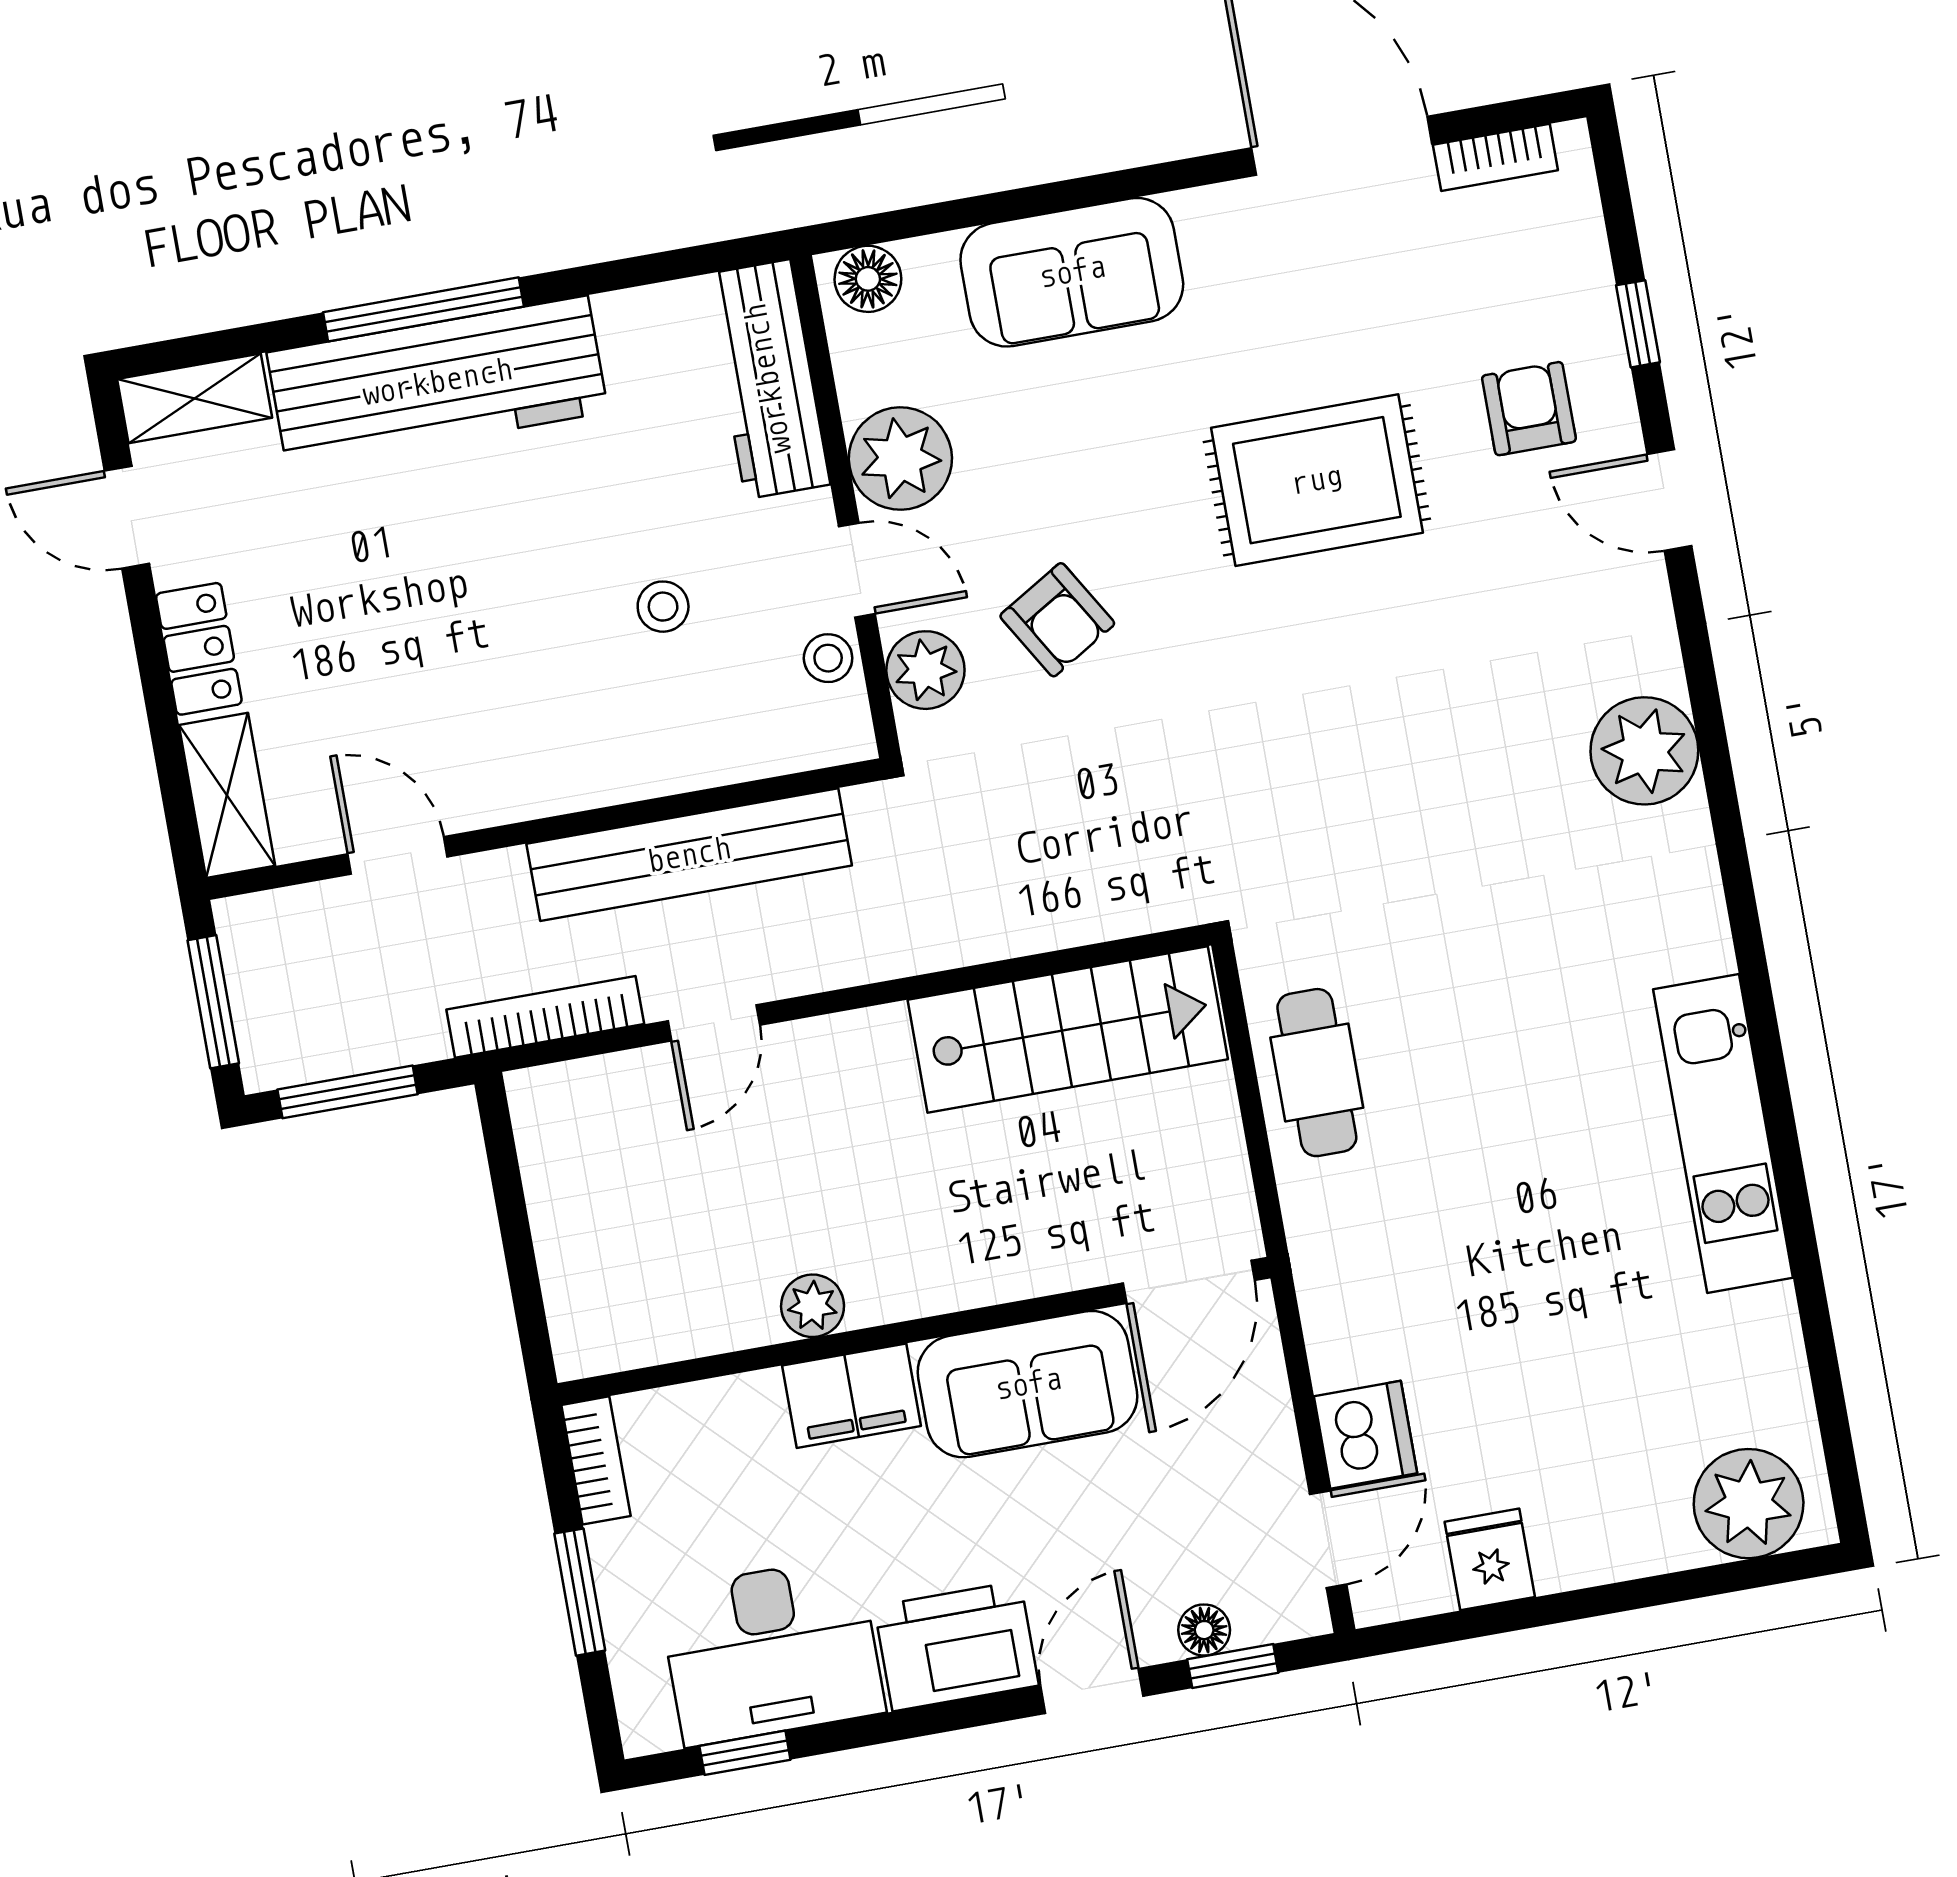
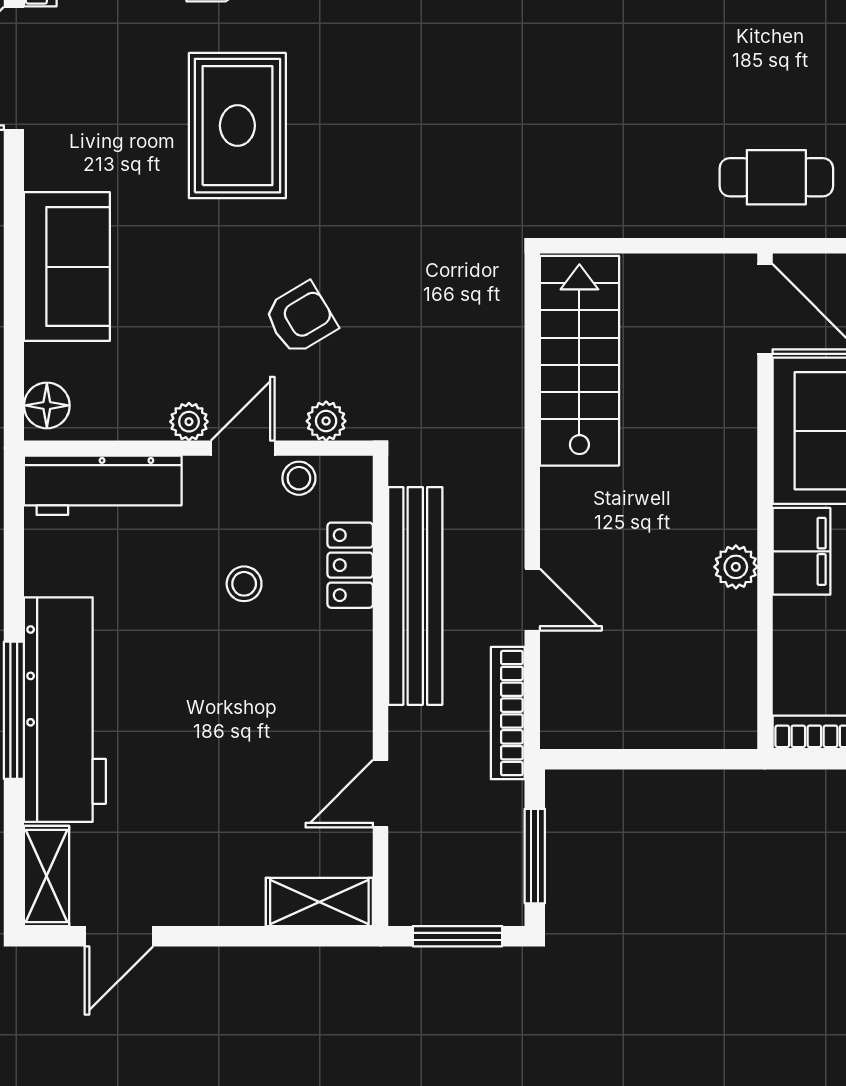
plant: (900, 459) -> (189, 422), width x0.53, depth x0.53
locker: (199, 649) -> (350, 565), moved, turned -90
plant: (925, 670) -> (326, 421), width x0.73, depth x0.73
cafe table: (1317, 1073) -> (776, 177), moved

